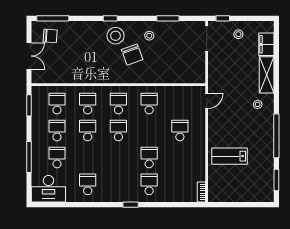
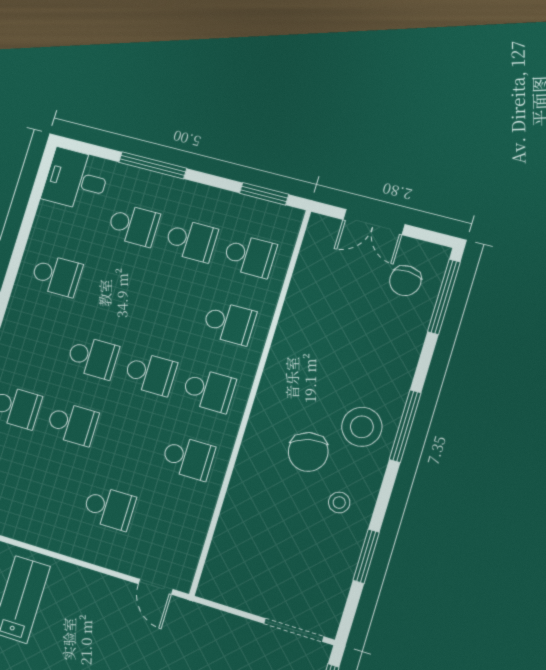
window: (110, 18) -> (405, 426), width x2.17
chair: (132, 55) -> (308, 452), turned -83
school desk: (88, 130) -> (93, 357), moved
desk: (48, 189) -> (76, 180), width x0.73

